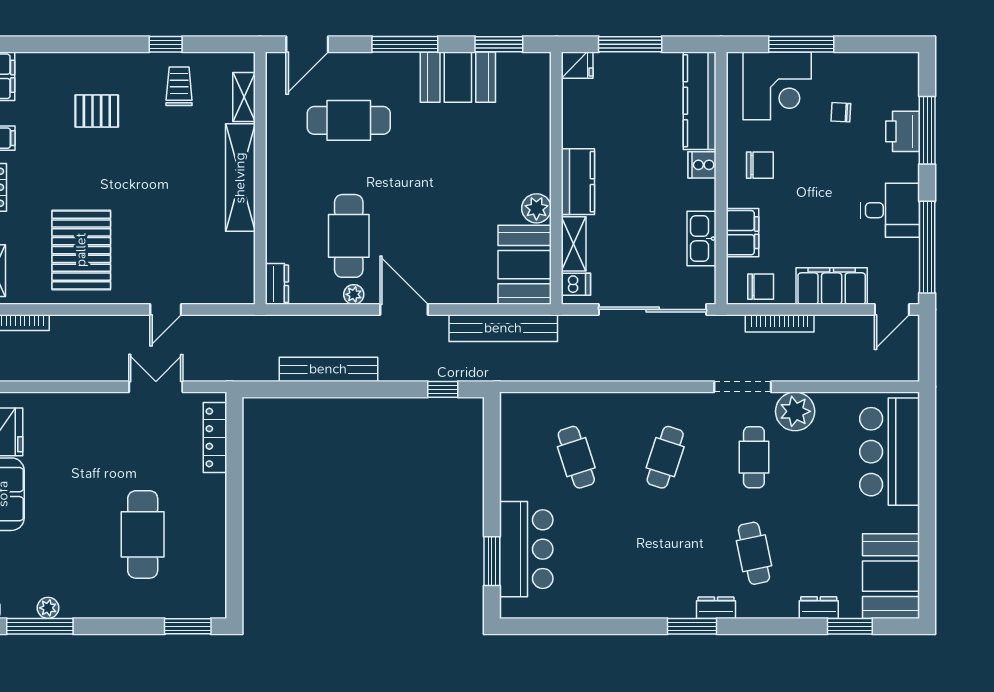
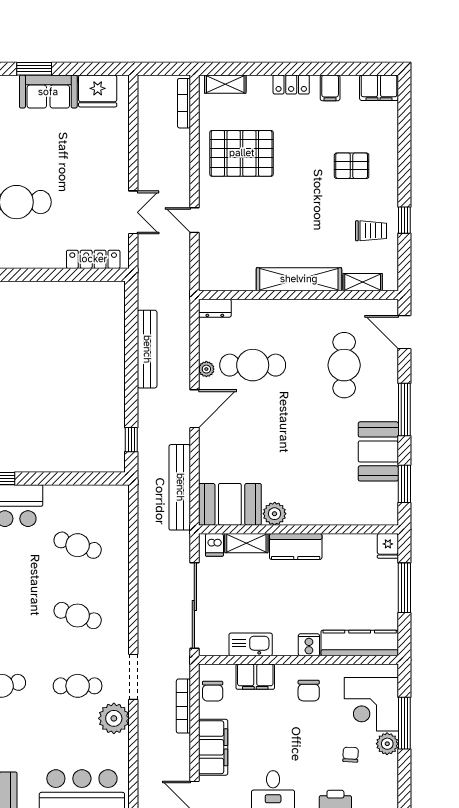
plant: (827, 66) -> (387, 744), added
pallet: (97, 111) -> (352, 166), turned 90
cafe table: (576, 457) -> (78, 545), turned 36

